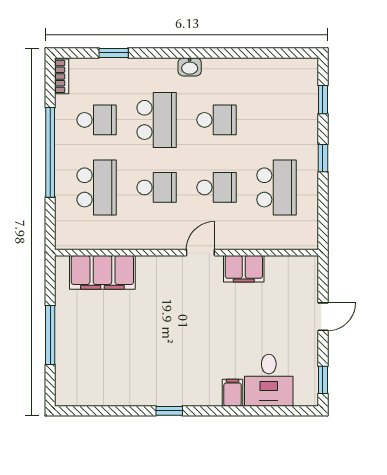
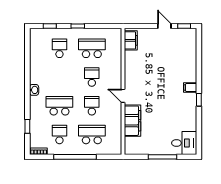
school desk: (217, 120) -> (59, 48), moved
door: (200, 253) -> (123, 96), moved
filing cabinet: (244, 269) -> (131, 40), moved
filing cabinet: (102, 272) -> (133, 121), moved
door: (323, 317) -> (164, 26), moved
desk: (269, 380) -> (184, 143), moved
filing cabinet: (233, 393) -> (190, 87), moved

